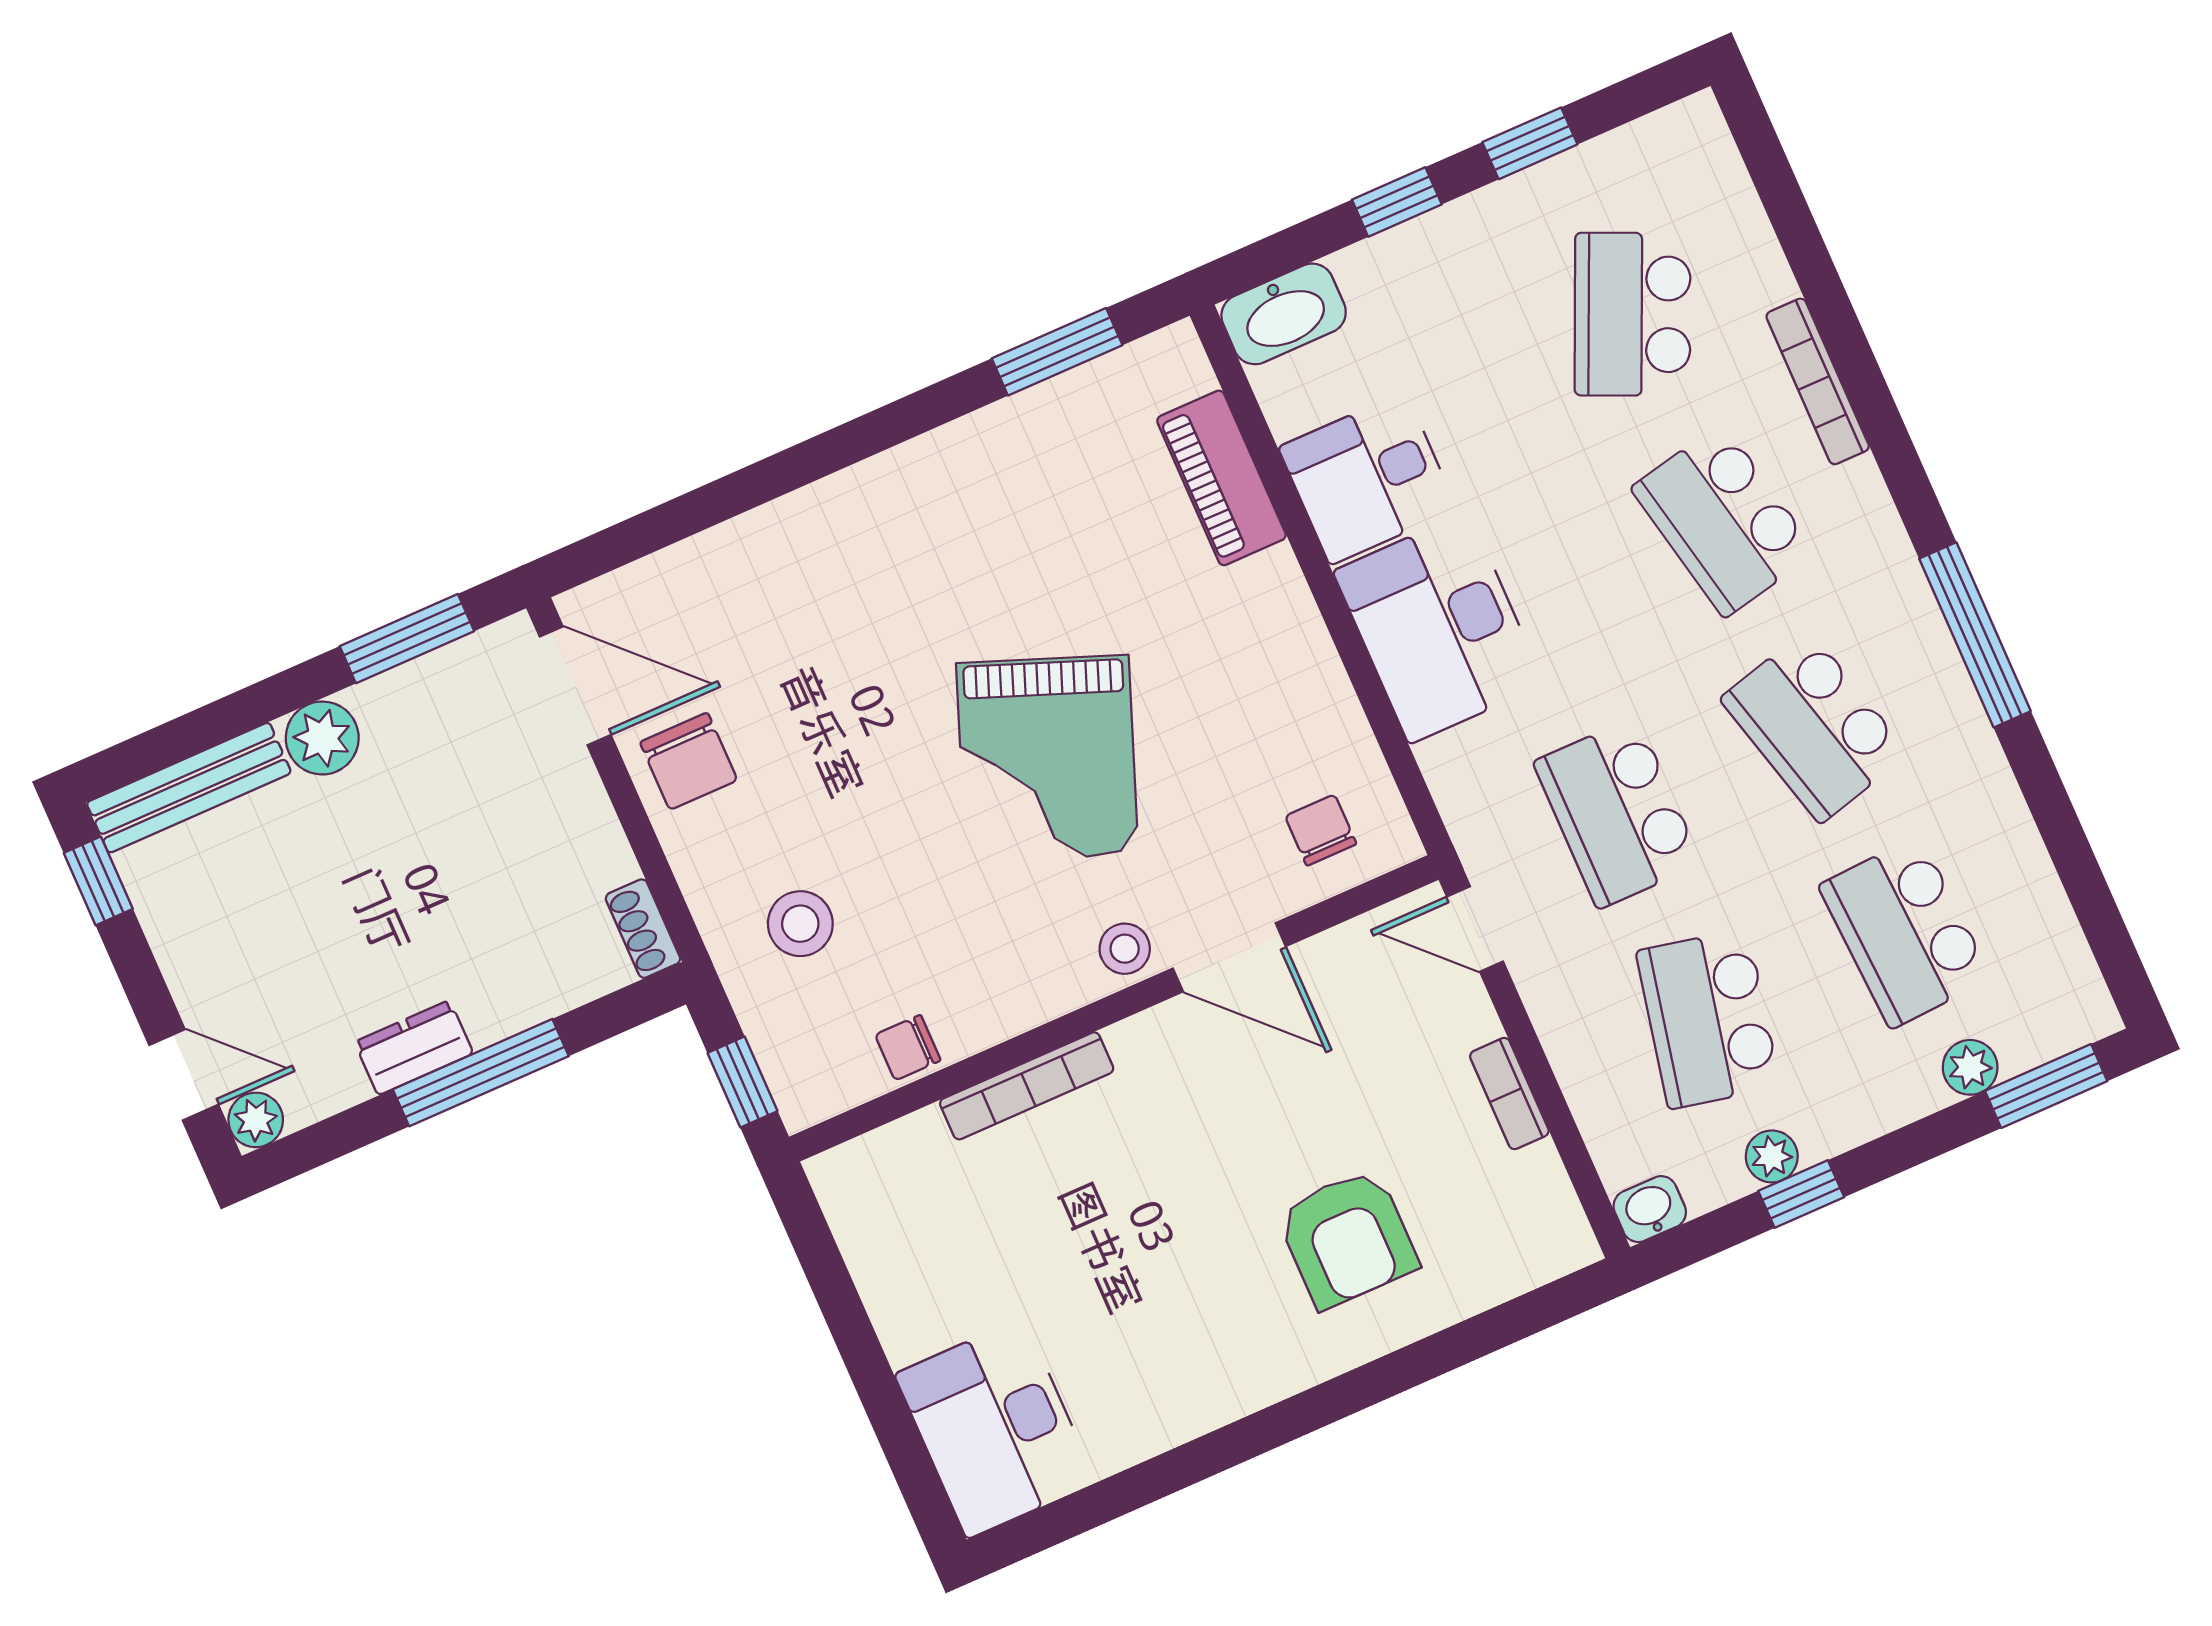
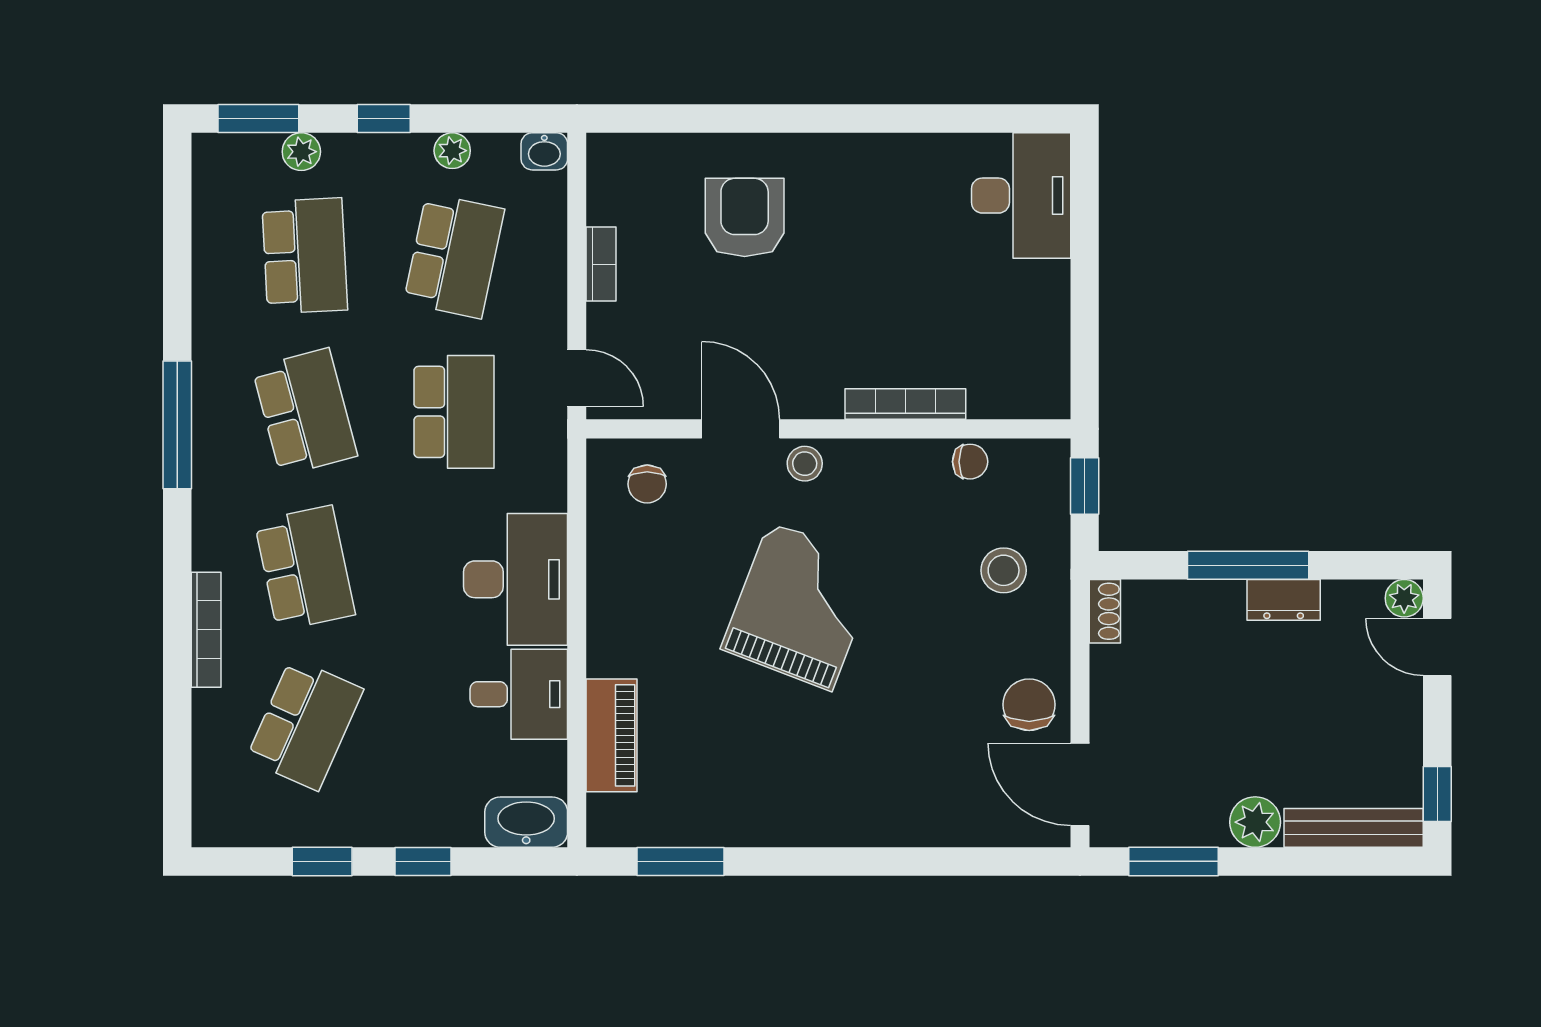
window: (1801, 1194) -> (384, 119), moved

